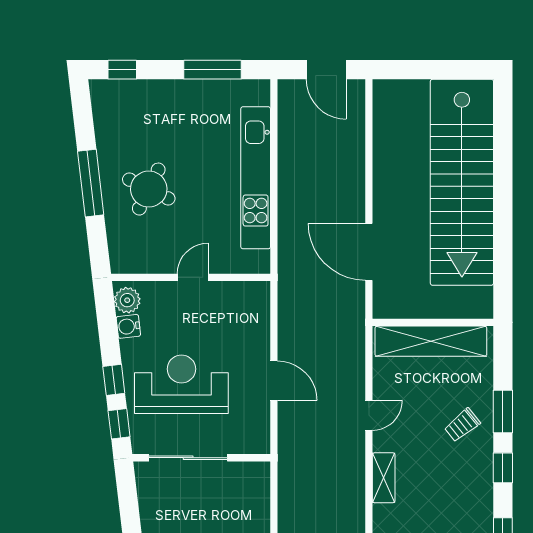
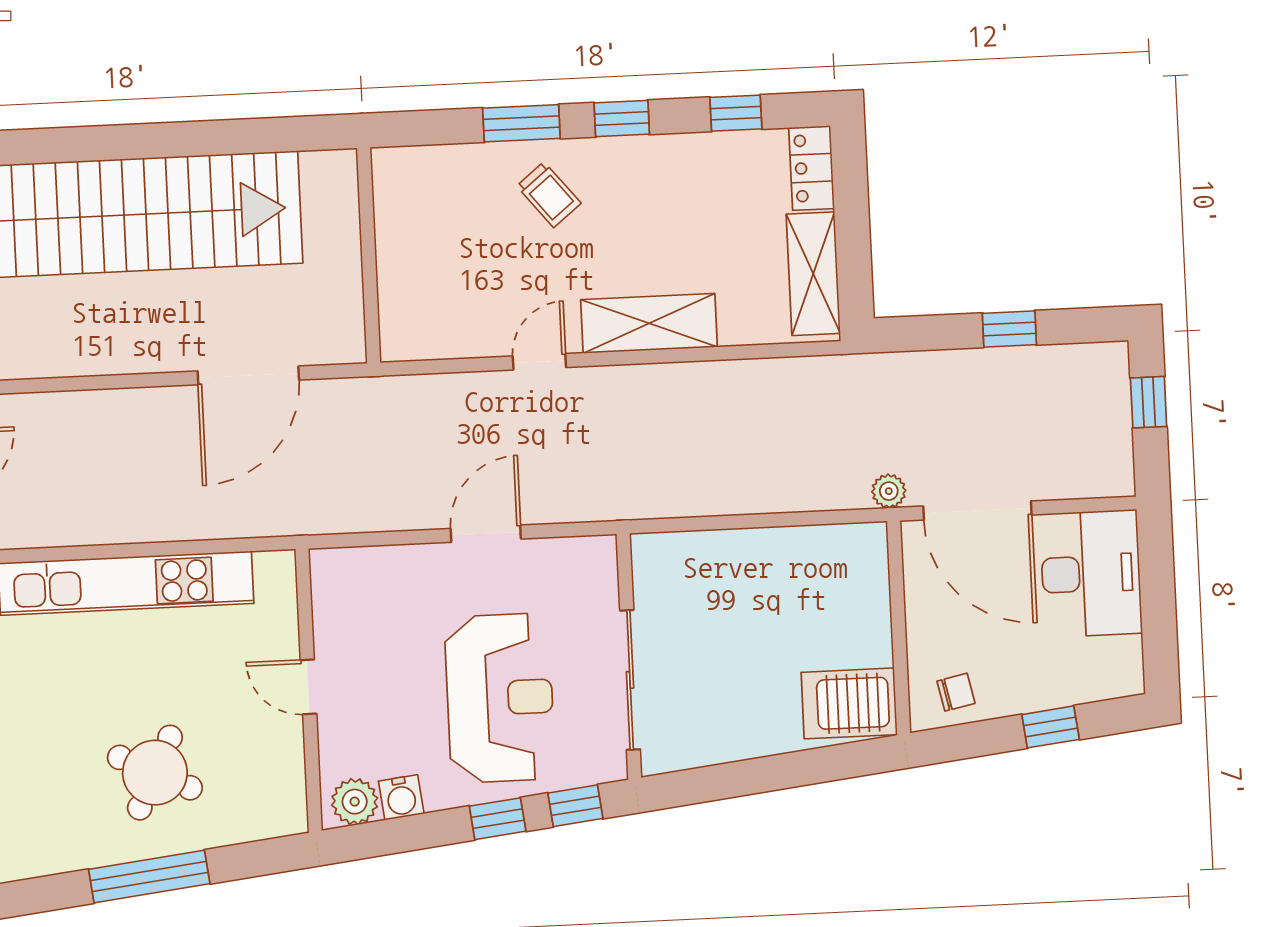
shelving: (431, 341) -> (402, 257), removed
reception desk: (181, 384) -> (500, 698), turned 180
door: (369, 415) -> (539, 362), hinge flipped
shelving: (384, 478) -> (649, 323), width x1.50, depth x1.33

